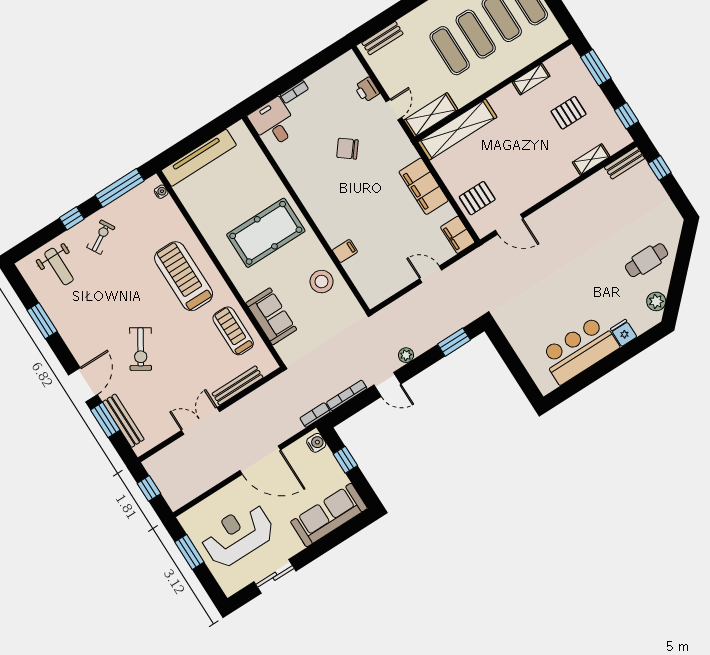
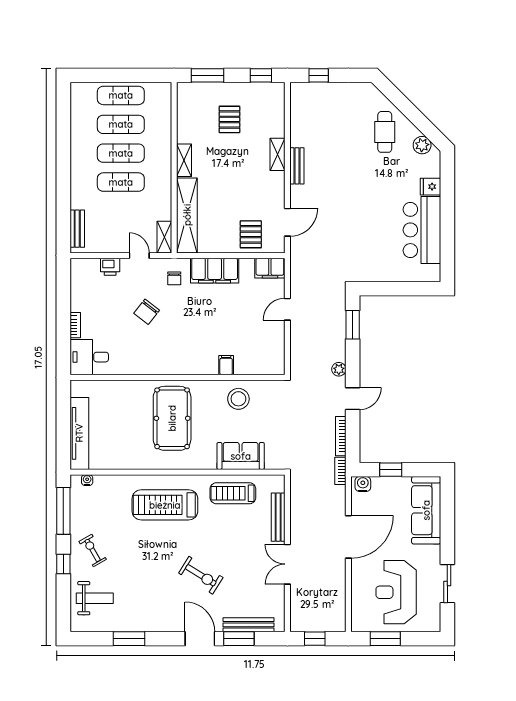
shelving: (531, 79) -> (184, 160), moved
shelving: (431, 115) -> (164, 237), width x0.67, depth x0.75
chair: (393, 154) -> (174, 278), added
shelving: (591, 159) -> (278, 154), moved
bench: (625, 163) -> (297, 166), moved

